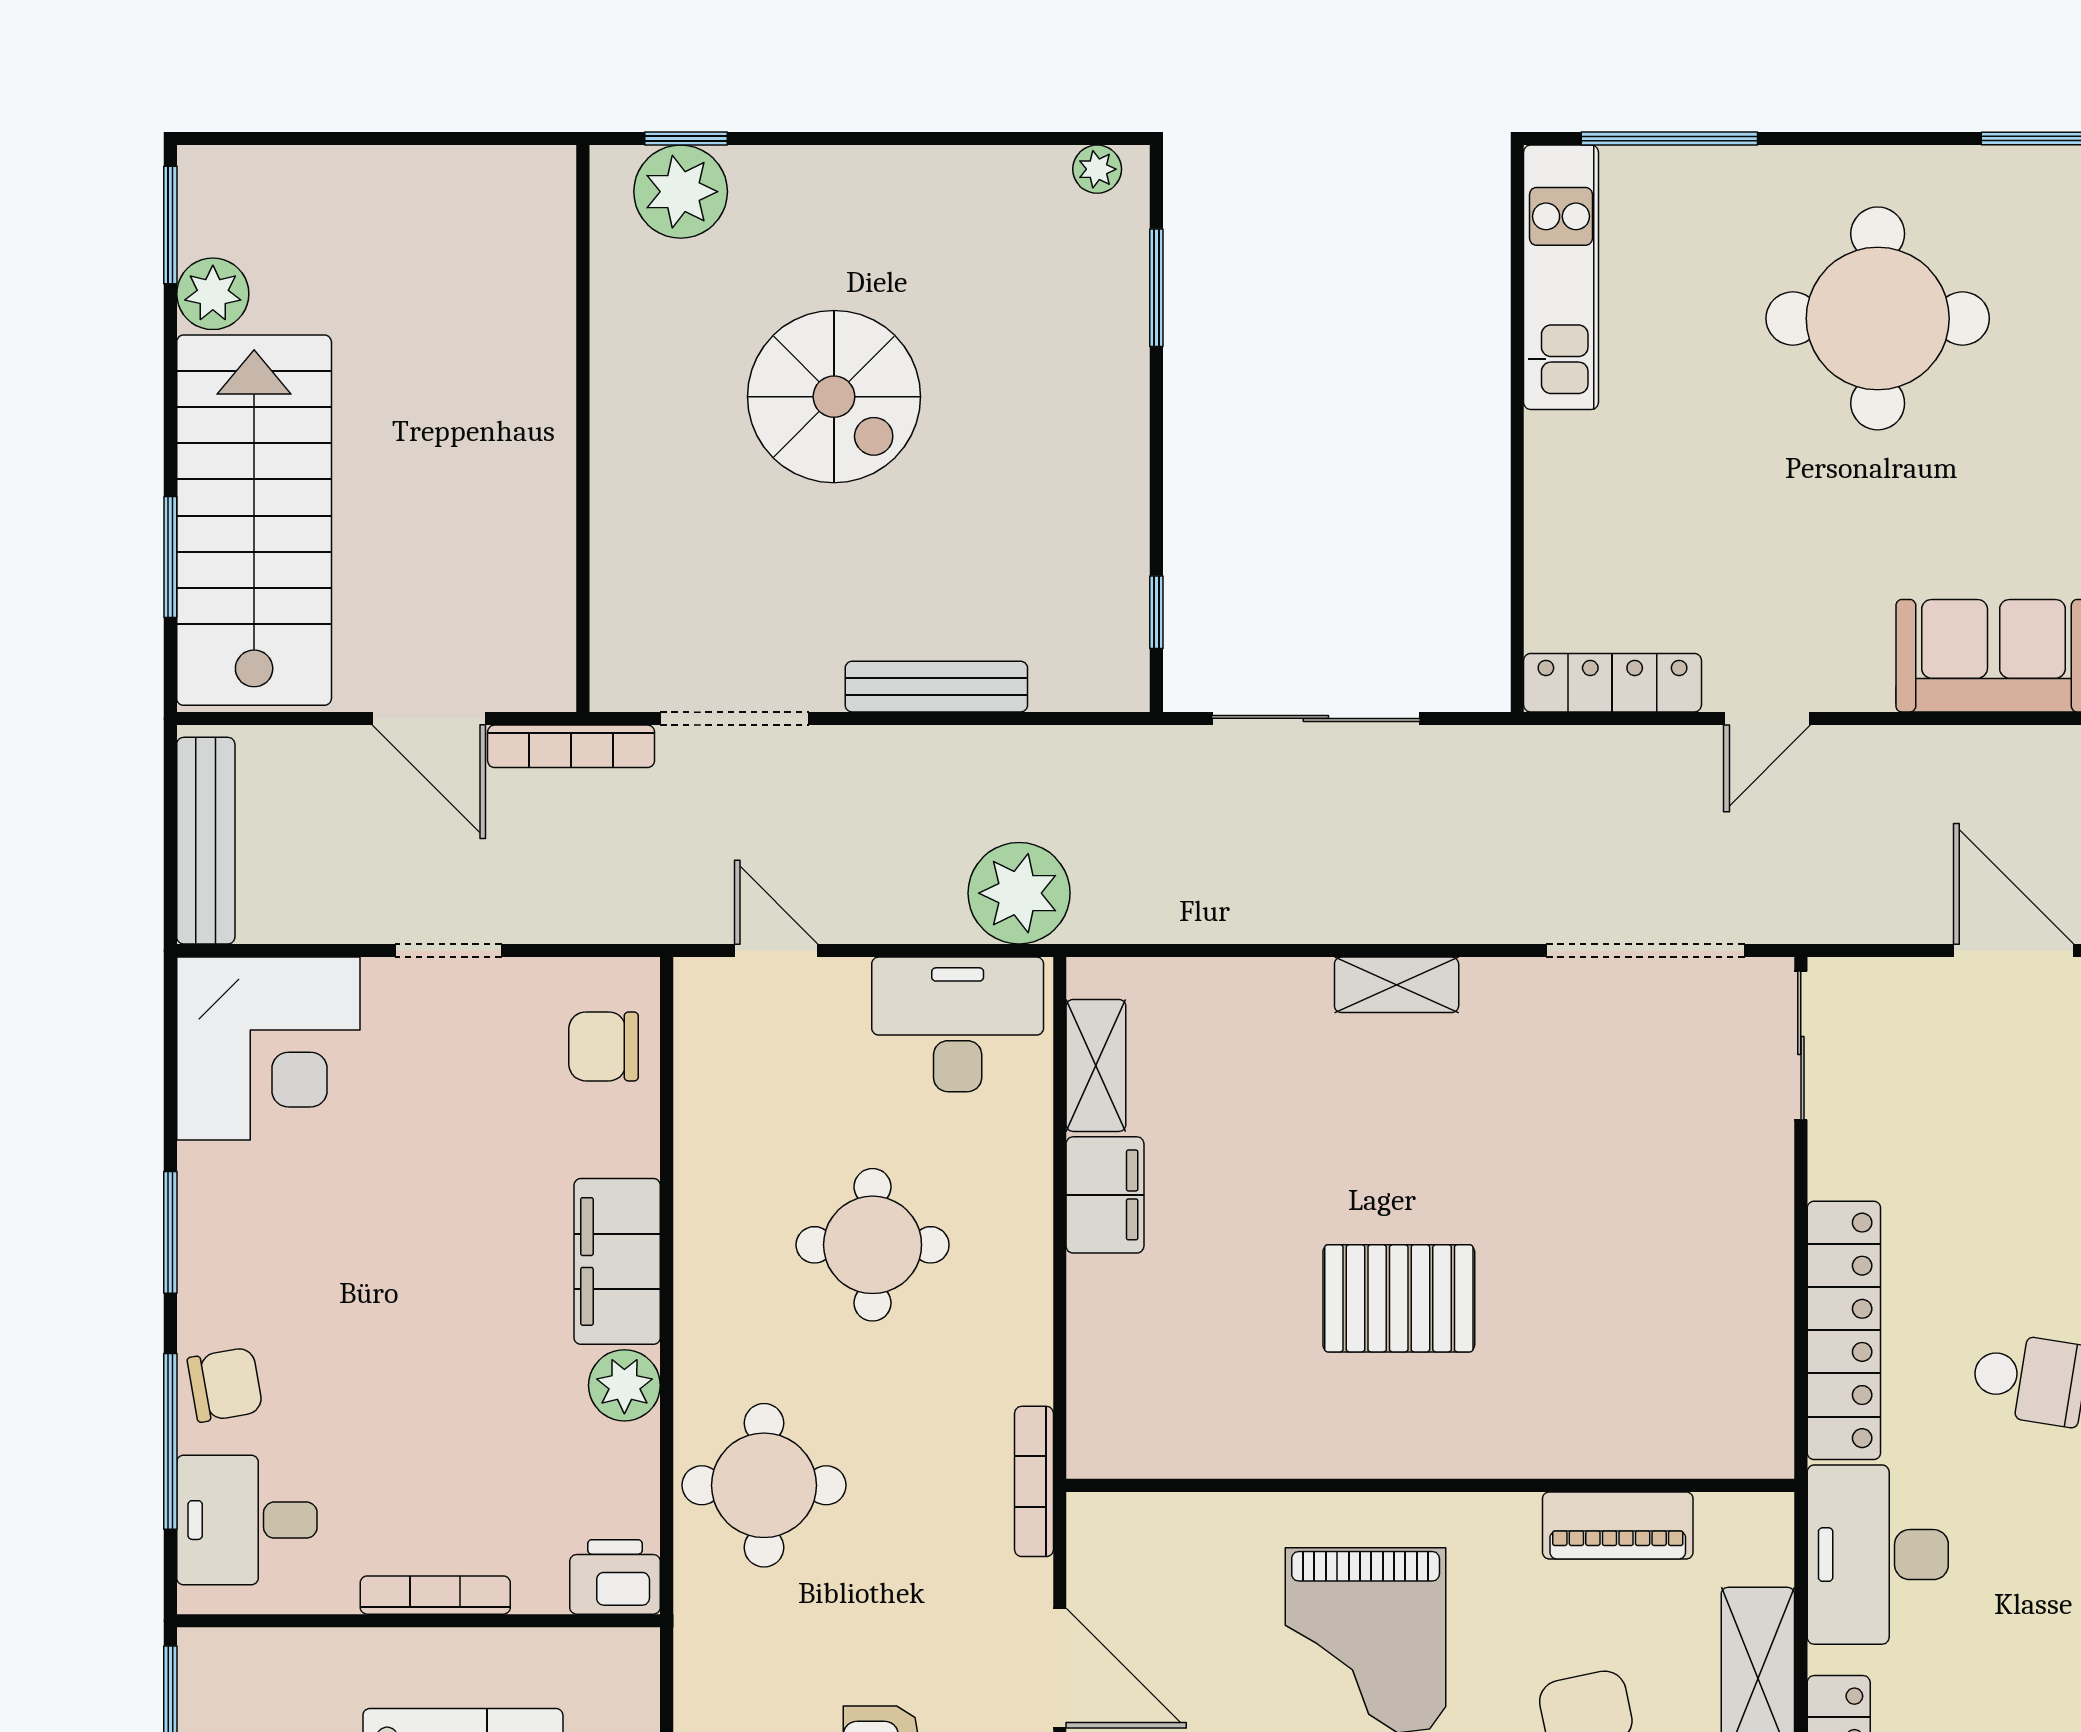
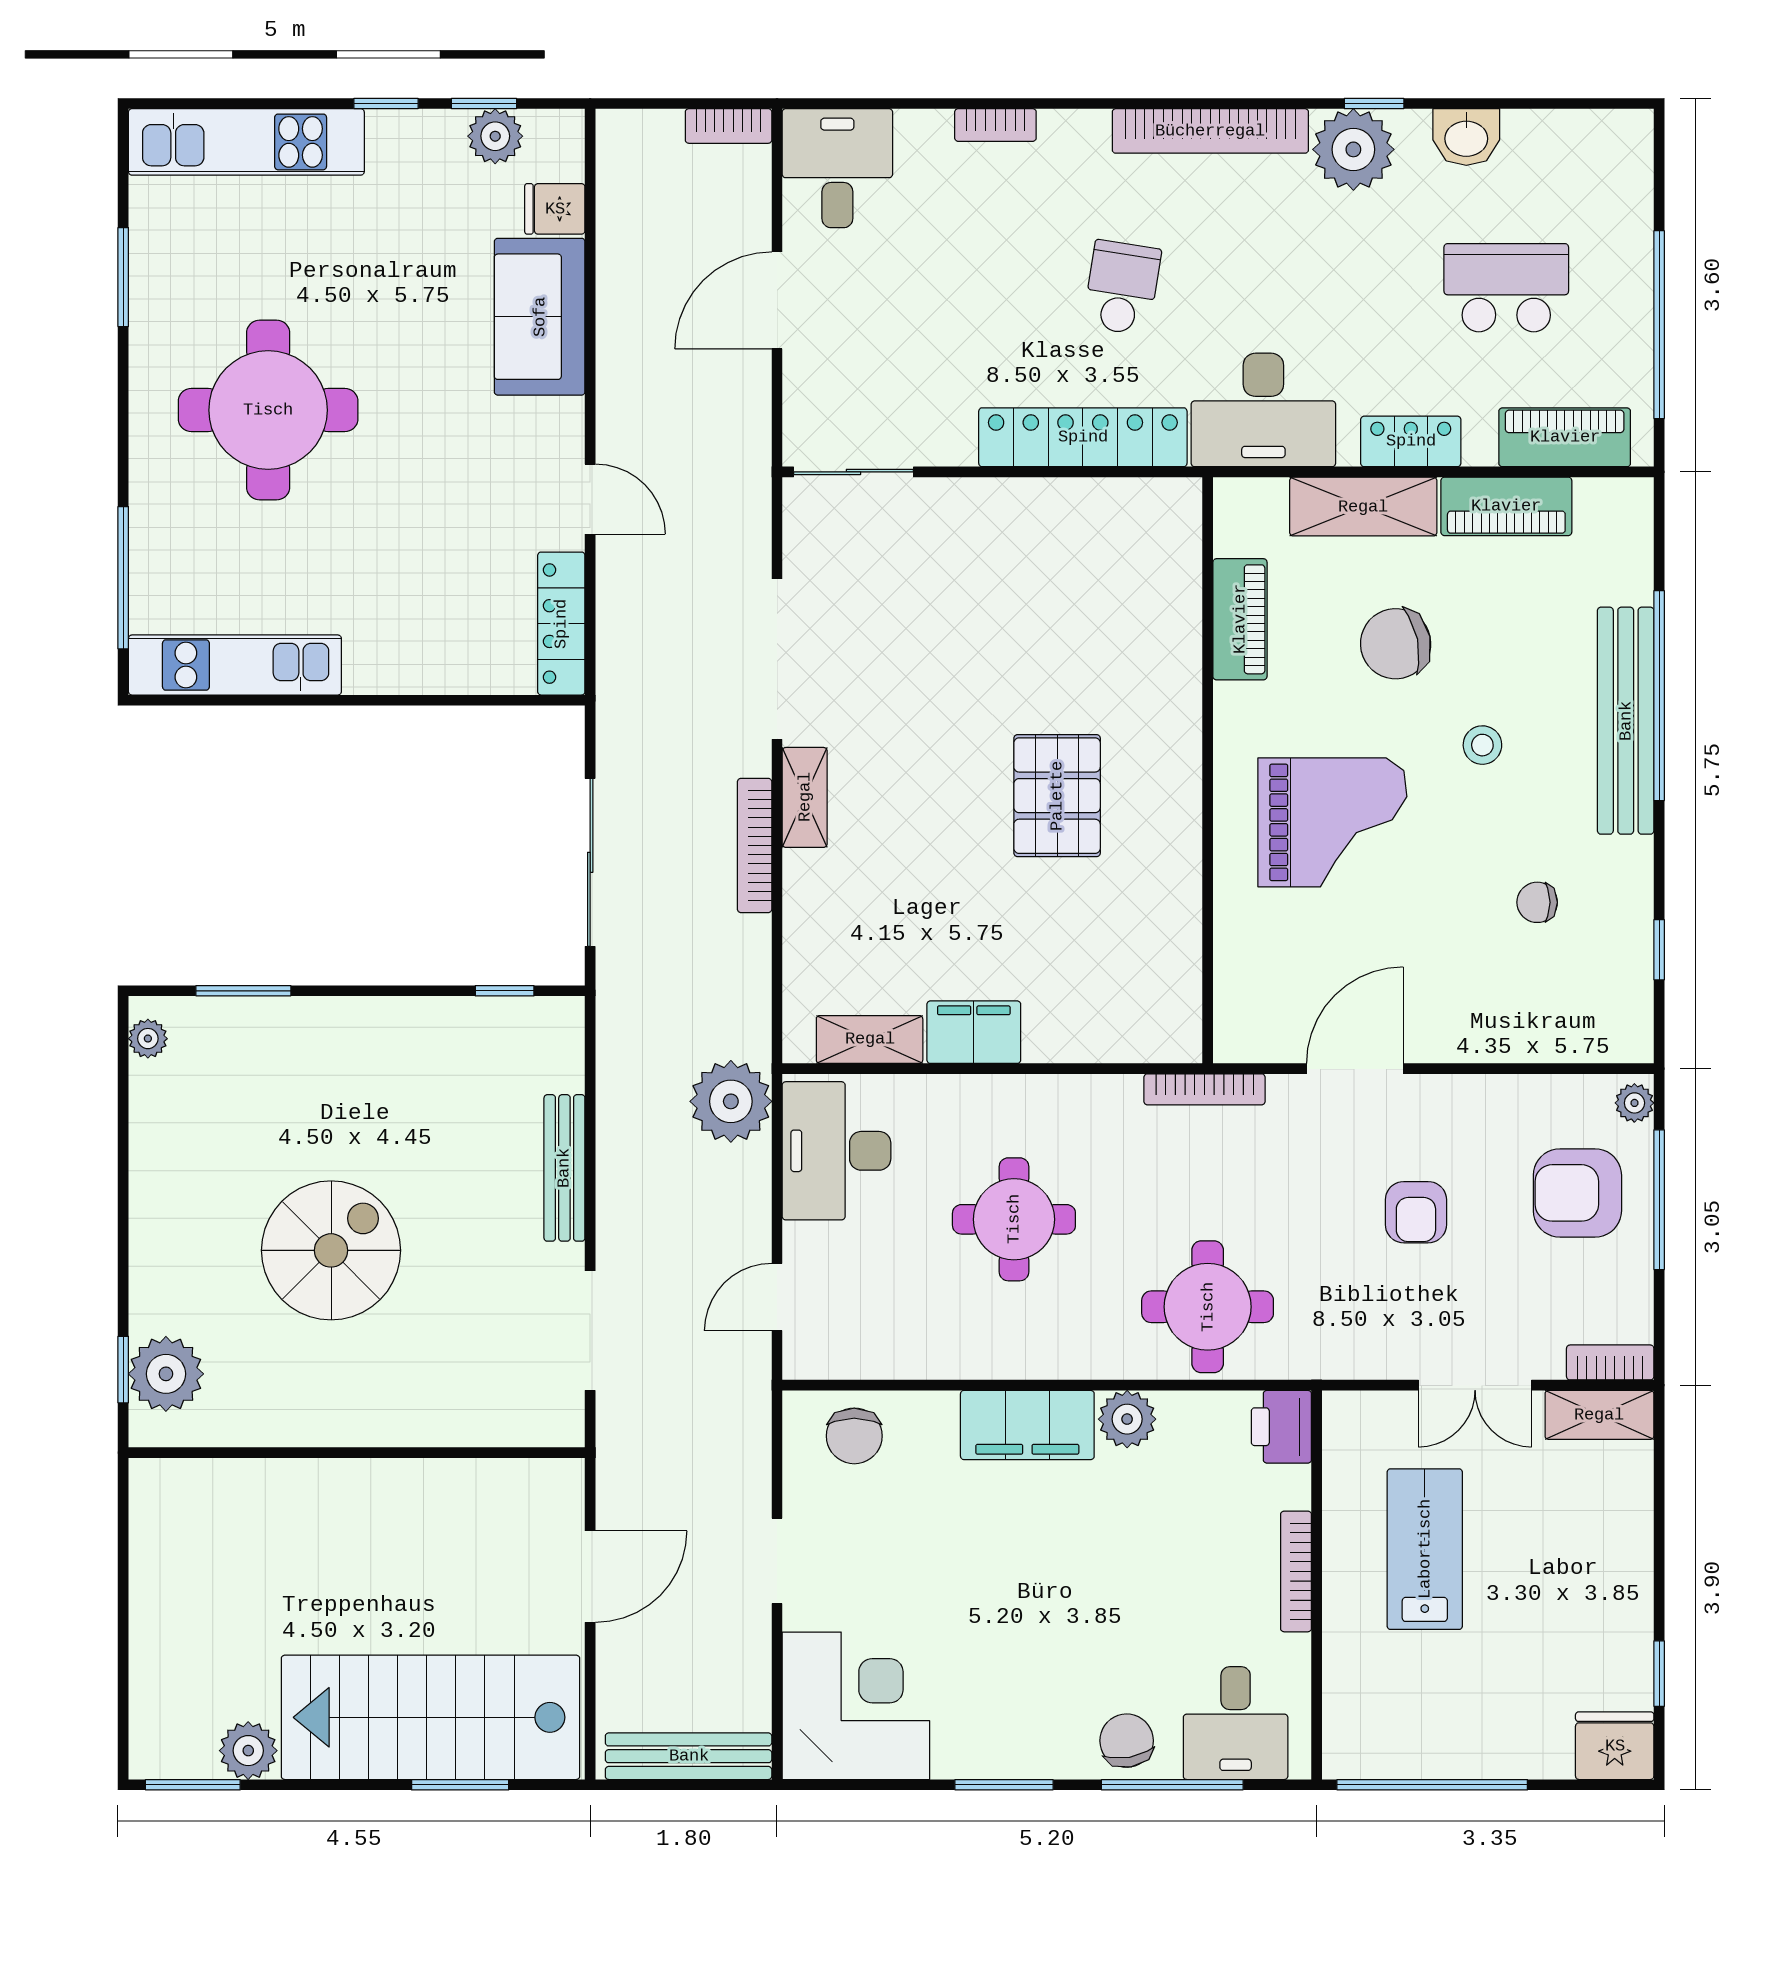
bookcase: (571, 746) -> (755, 845), moved, turned 180
doorway: (1646, 950) -> (777, 659), moved

